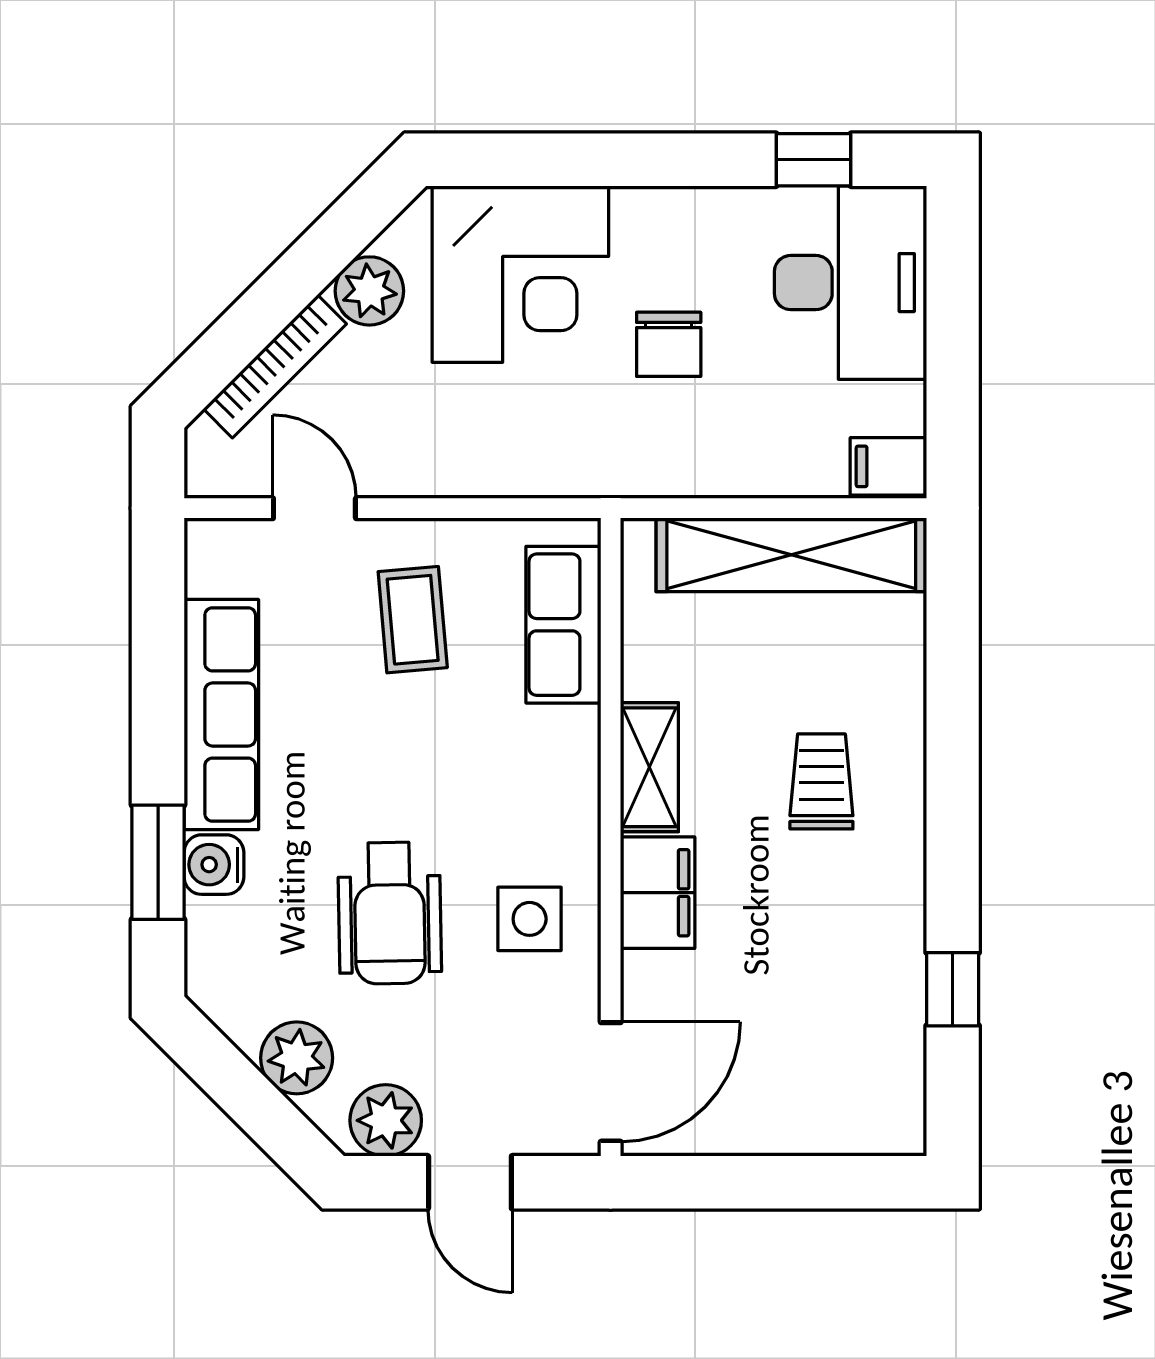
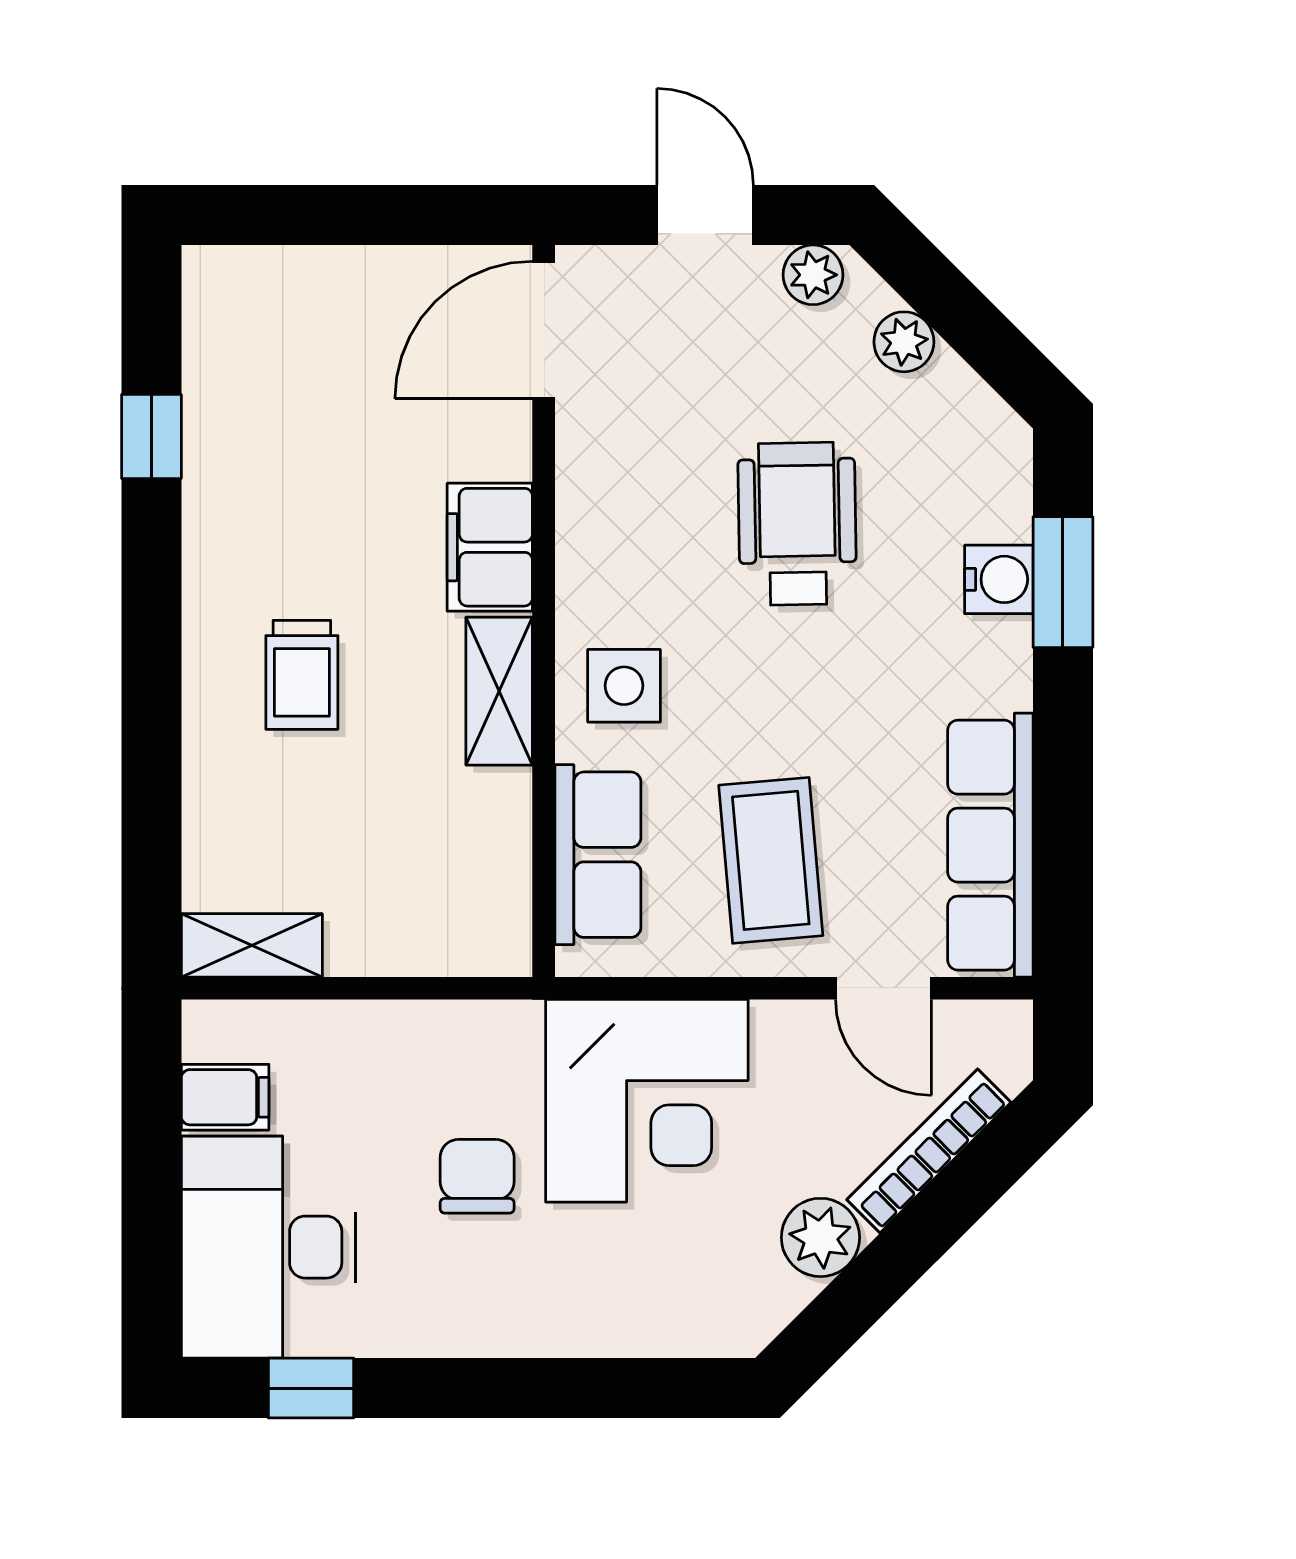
corner desk: (520, 274) -> (647, 1101), moved, turned 180
filing cabinet: (888, 466) -> (225, 1097), moved
shelving: (791, 555) -> (252, 945), width x0.45, depth x0.75
coffee table: (413, 620) -> (771, 860), width x1.36, depth x1.30
row of seats: (221, 715) -> (990, 845), moved
side table: (530, 919) -> (624, 686), moved
plant: (297, 1058) -> (904, 342), width x0.73, depth x0.73
plant: (386, 1120) -> (813, 275), width x0.73, depth x0.73

